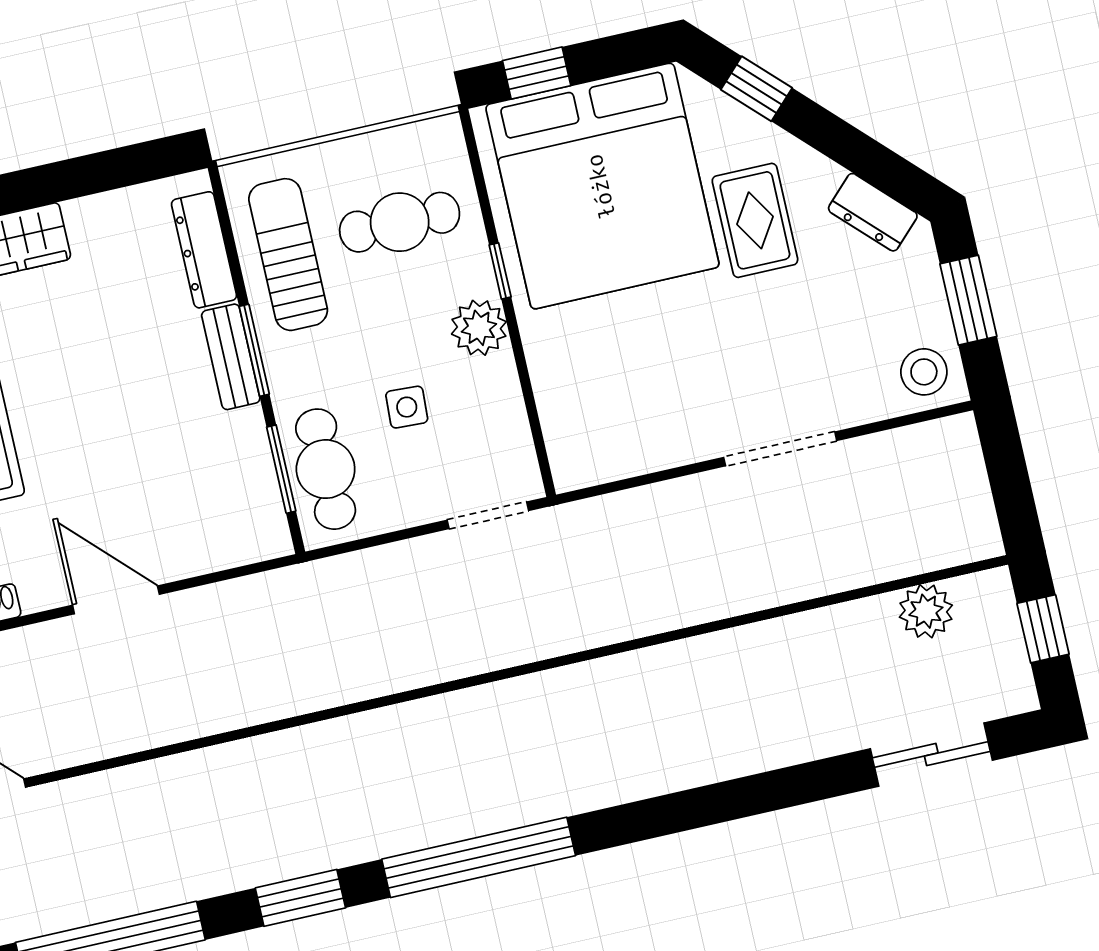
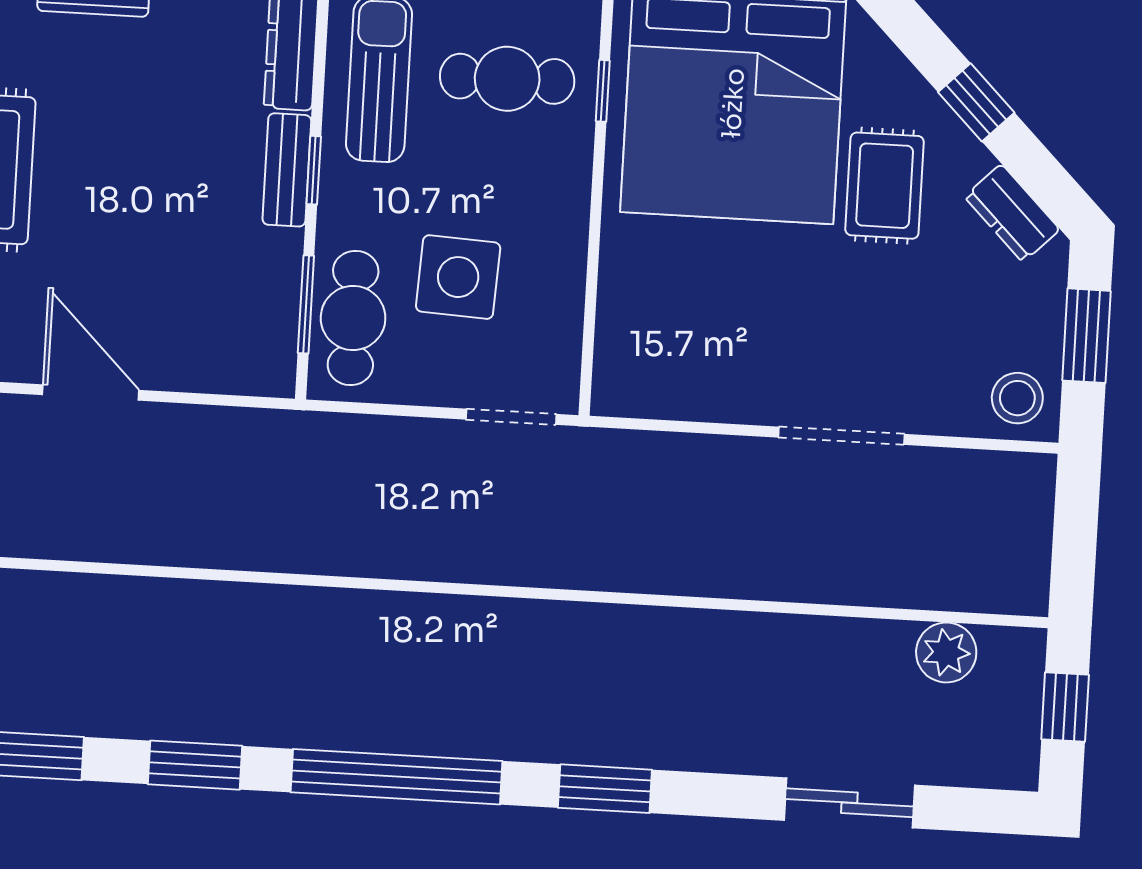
window: (756, 89) -> (976, 102), moved
window: (500, 271) -> (603, 91), moved
plant: (479, 328) -> (559, 215), removed
window: (254, 350) -> (314, 170), width x0.67
side table: (407, 407) -> (458, 277), width x1.87, depth x1.87
sliding door: (931, 755) -> (849, 803), moved
window: (663, 815) -> (605, 789), added

